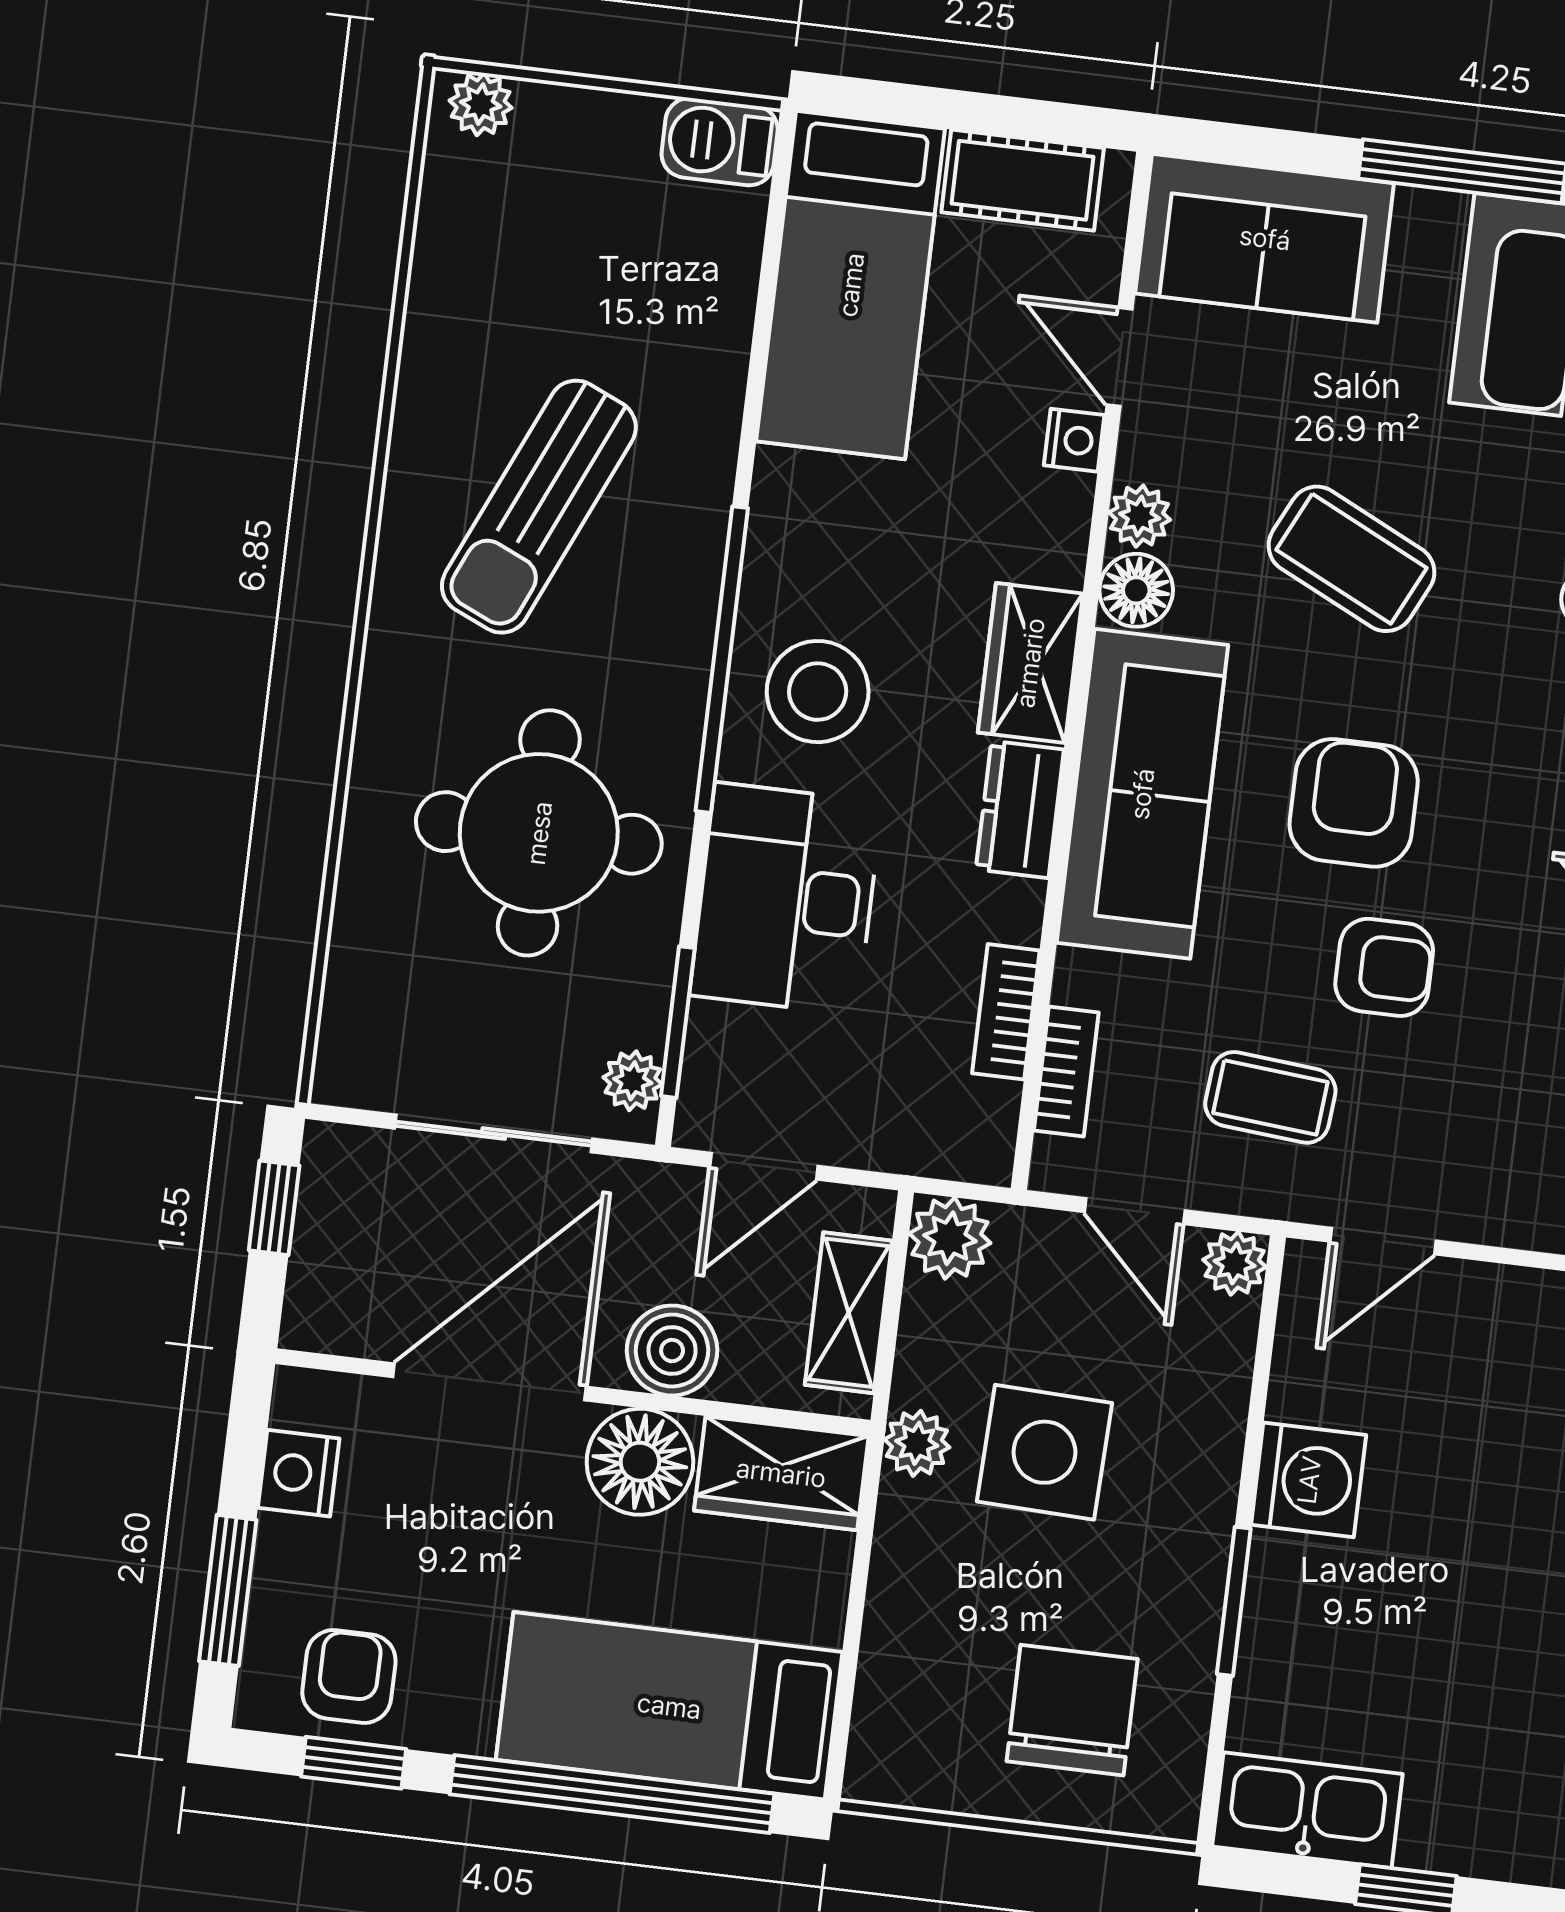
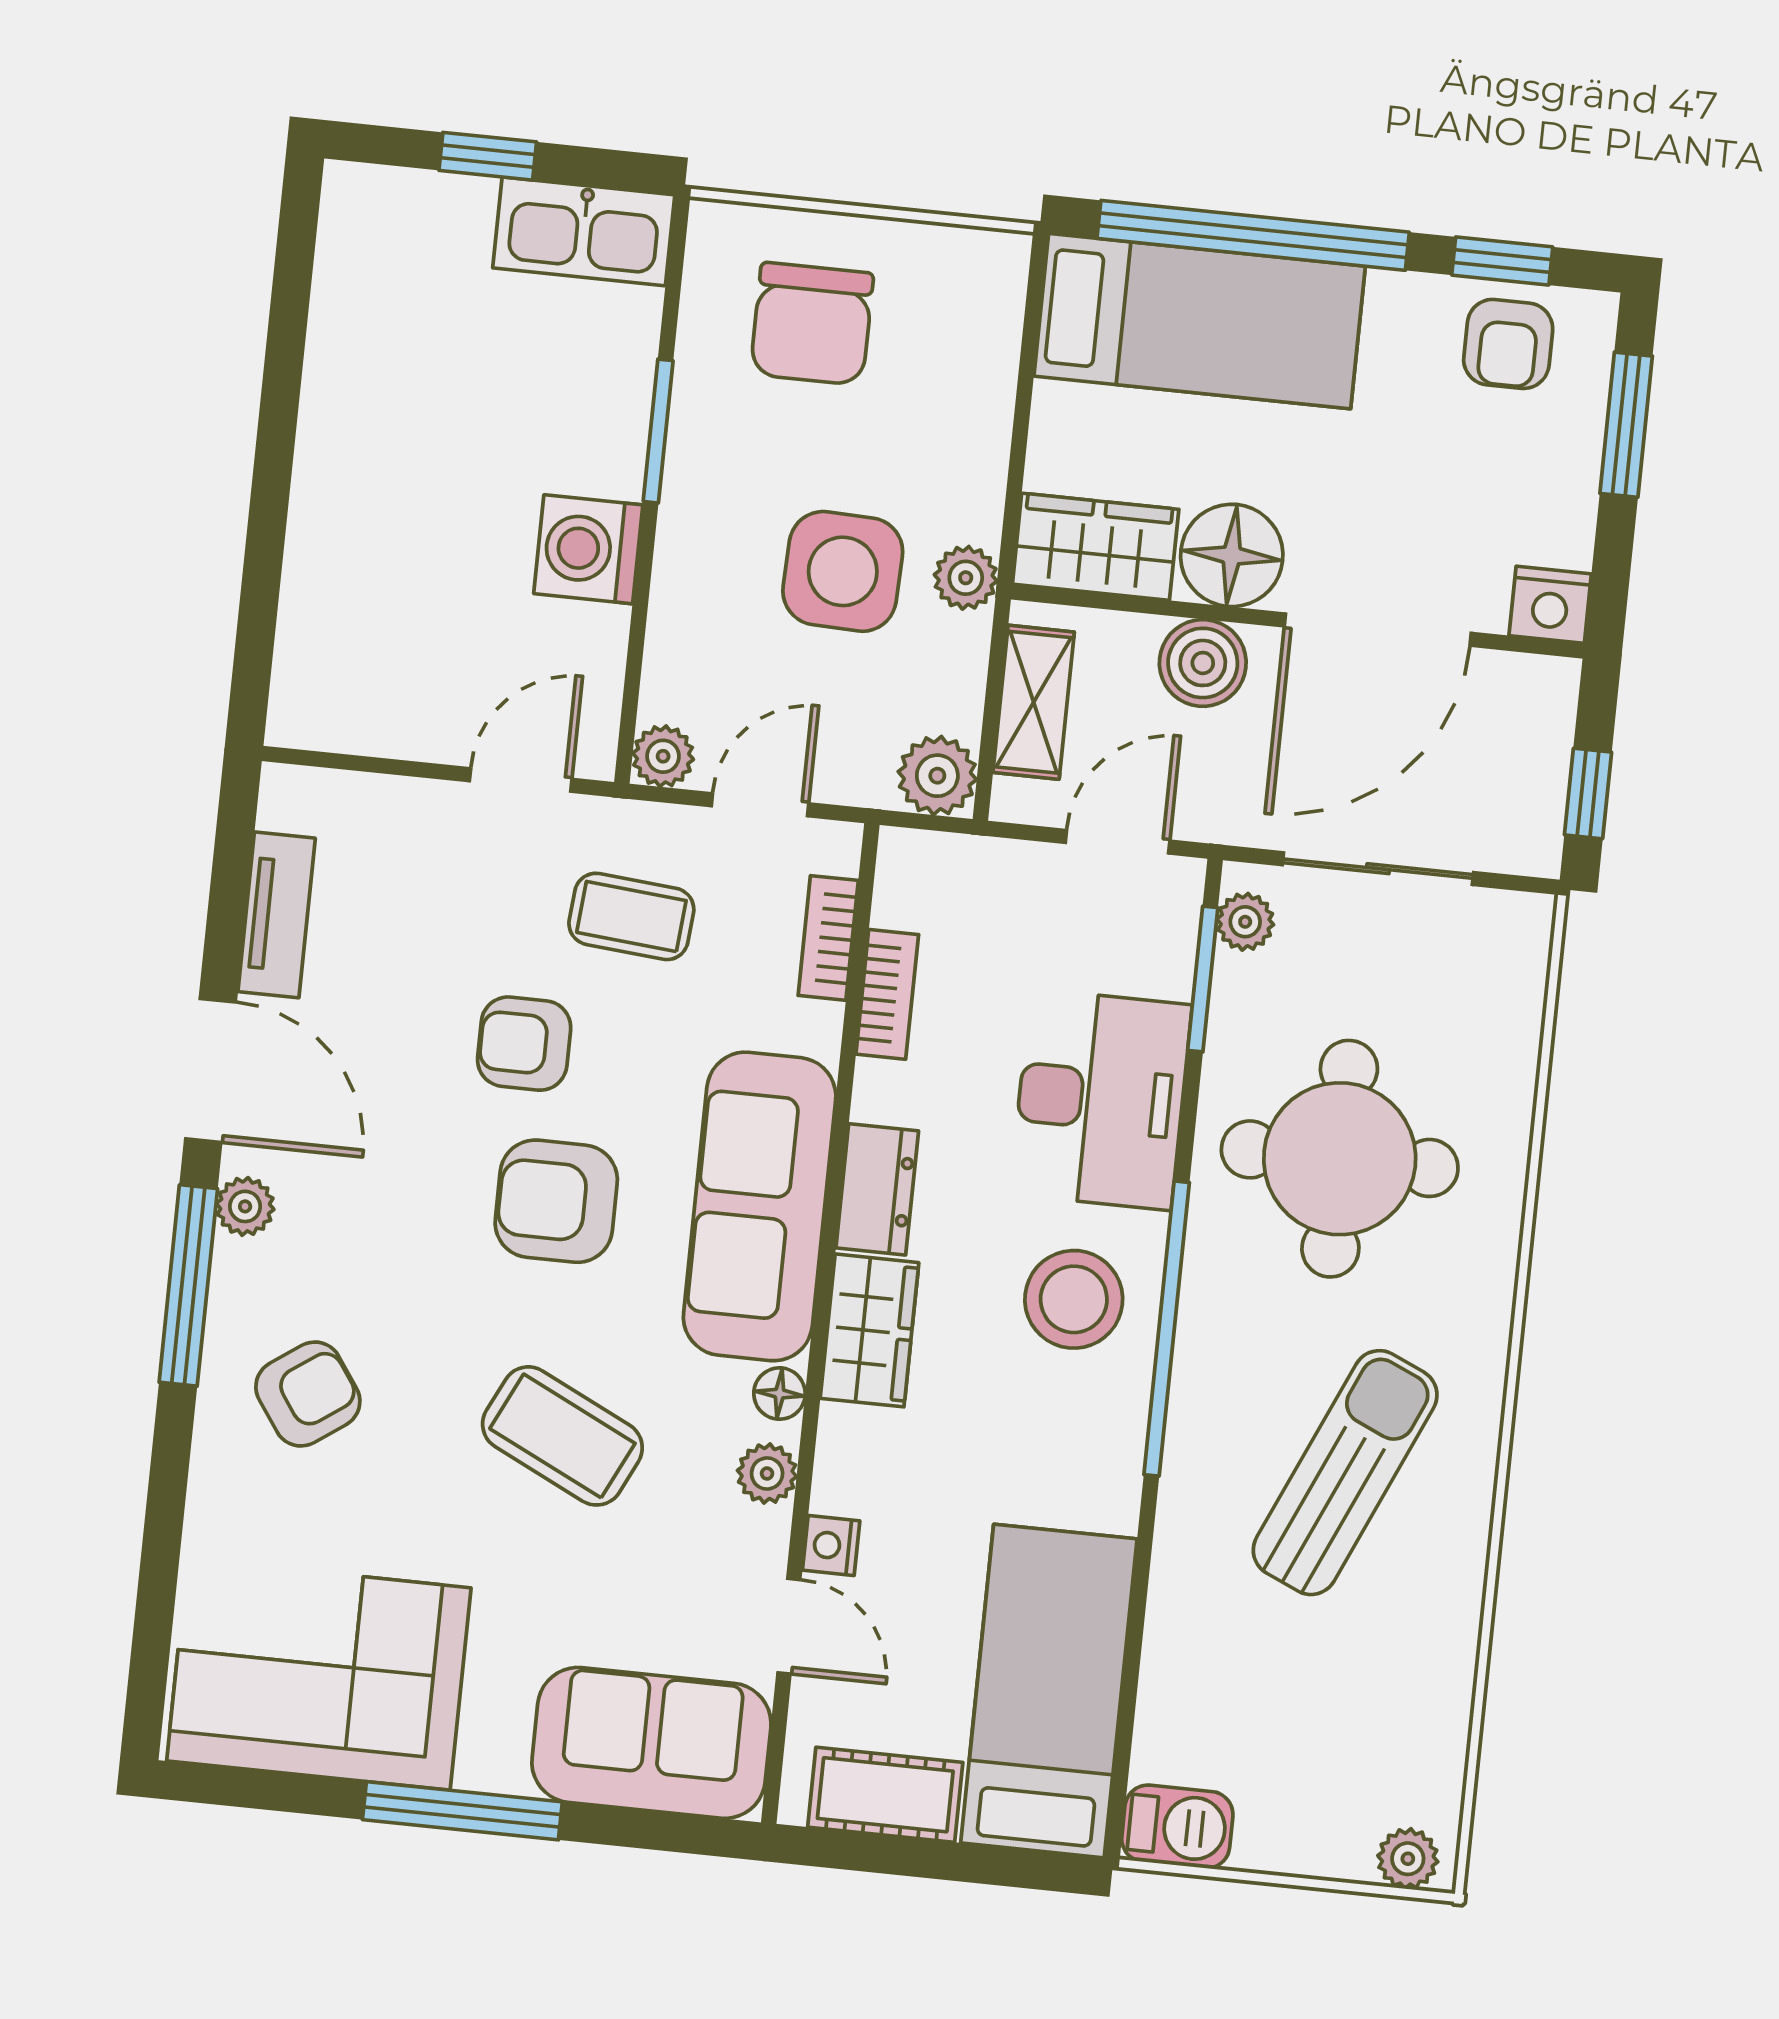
floor lamp: (1136, 590) -> (779, 1394), width x0.73, depth x0.73
armchair: (1354, 803) -> (556, 1201), turned 90
door: (1135, 1211) -> (760, 805), hinge flipped
nightstand: (299, 1473) -> (1550, 605), moved, turned 90

